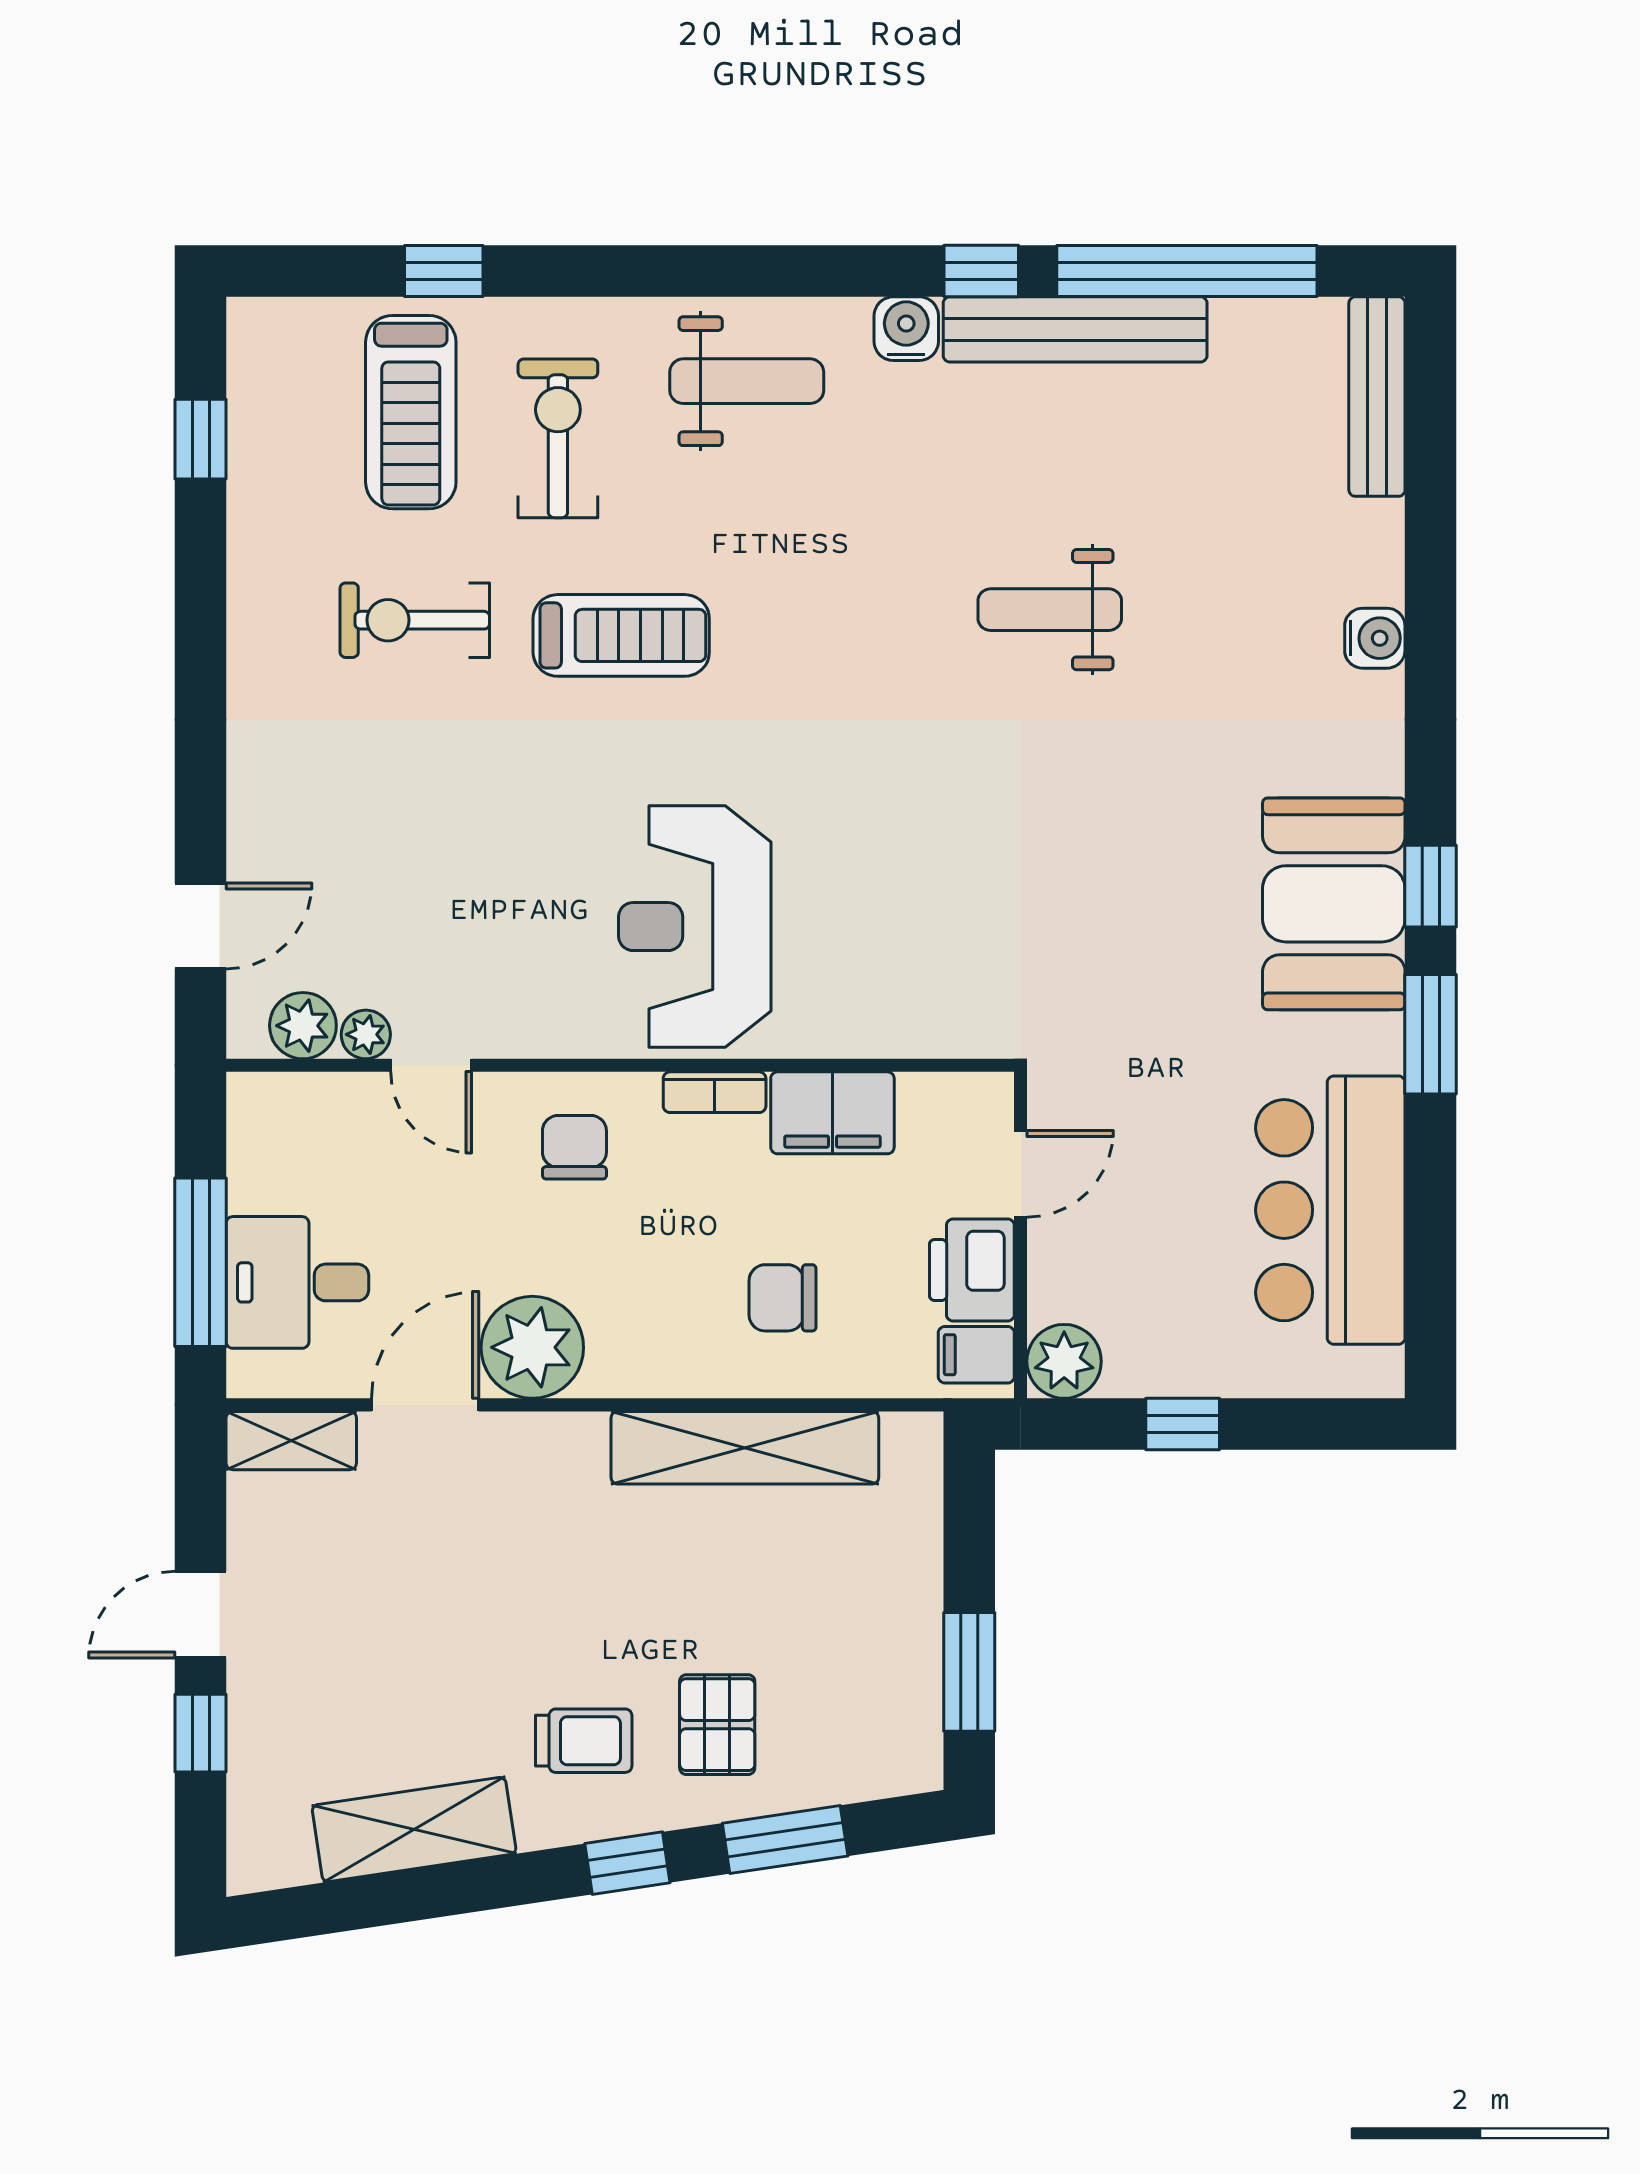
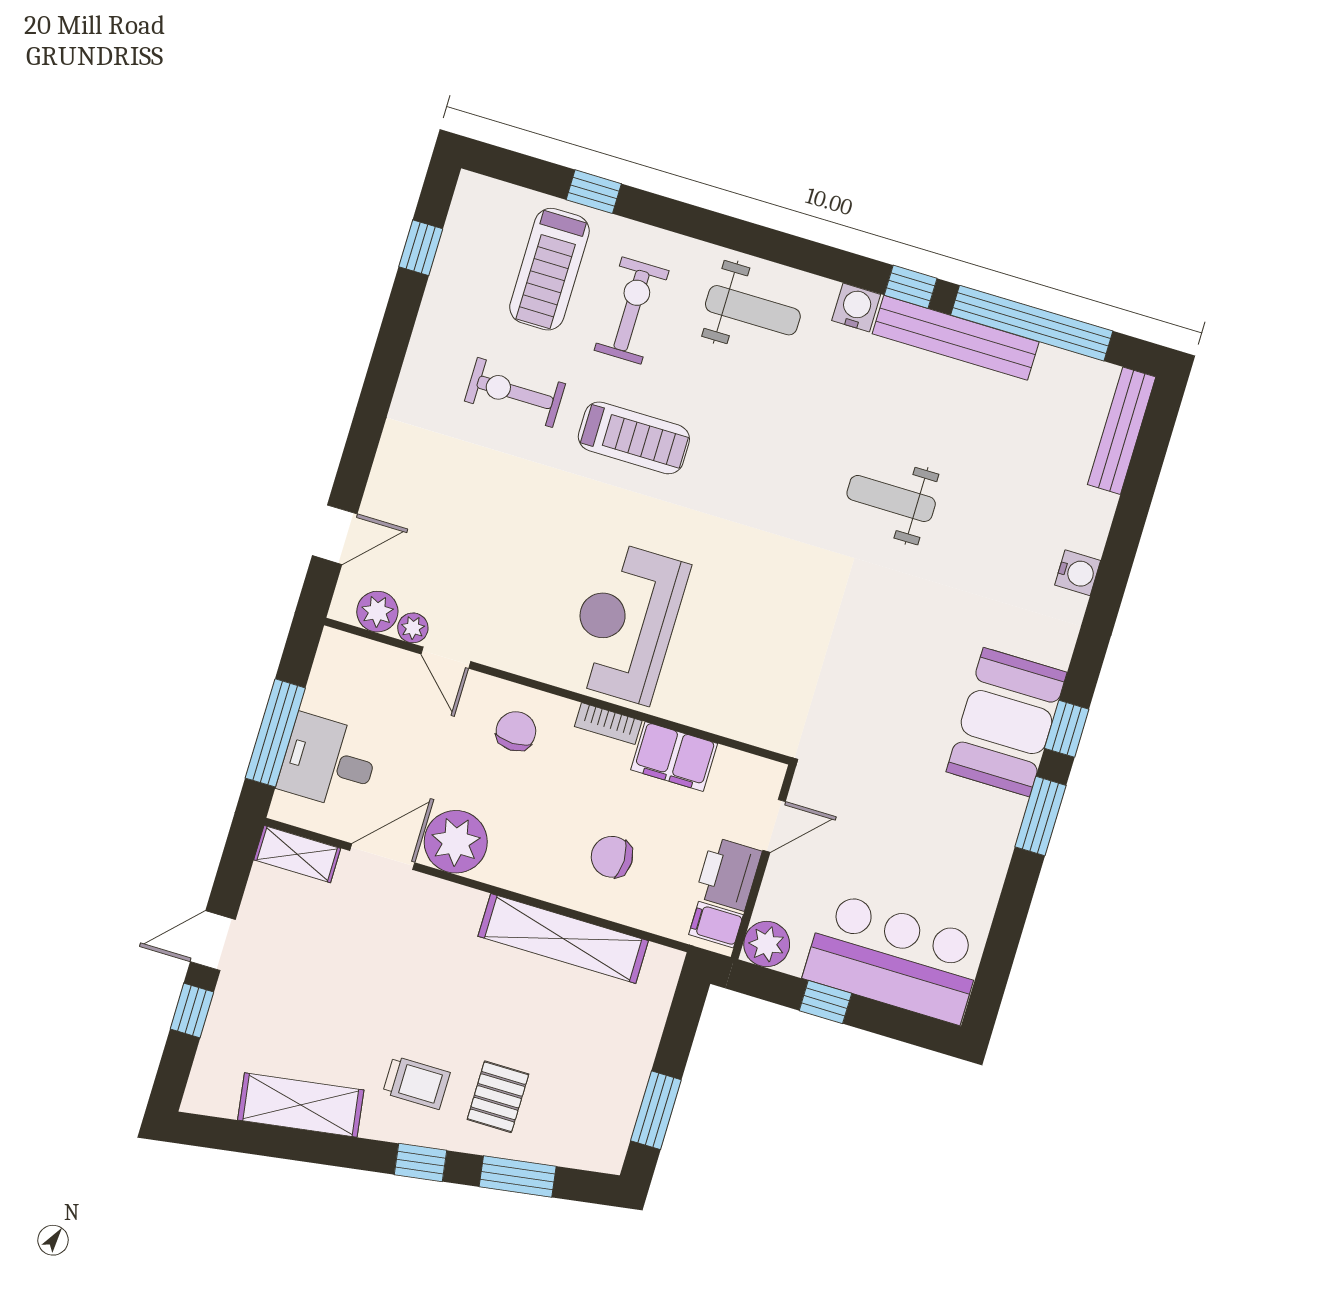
bar counter: (1330, 1210) -> (894, 958), moved, turned 90

